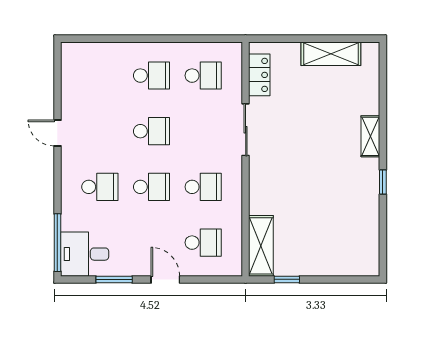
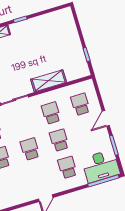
shelving: (261, 246) -> (49, 81), moved
desk: (85, 254) -> (101, 166), width x1.37

